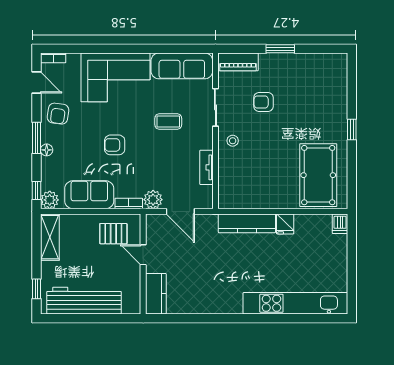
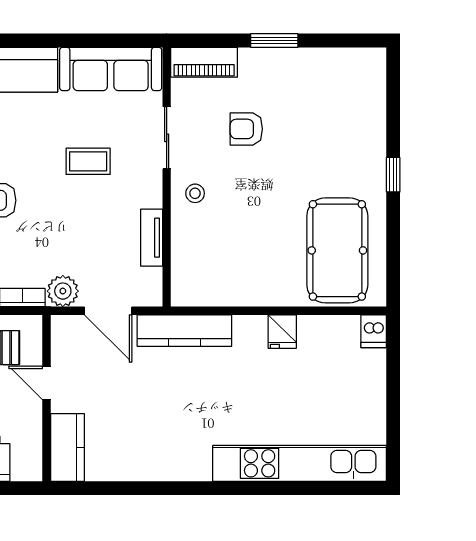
kitchen counter: (247, 223) -> (184, 331), moved

